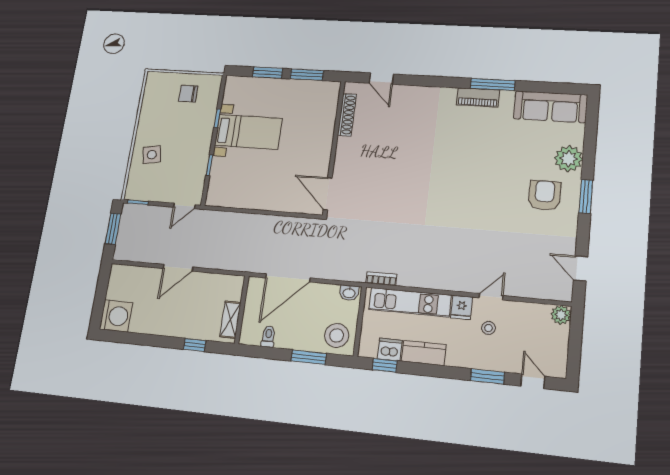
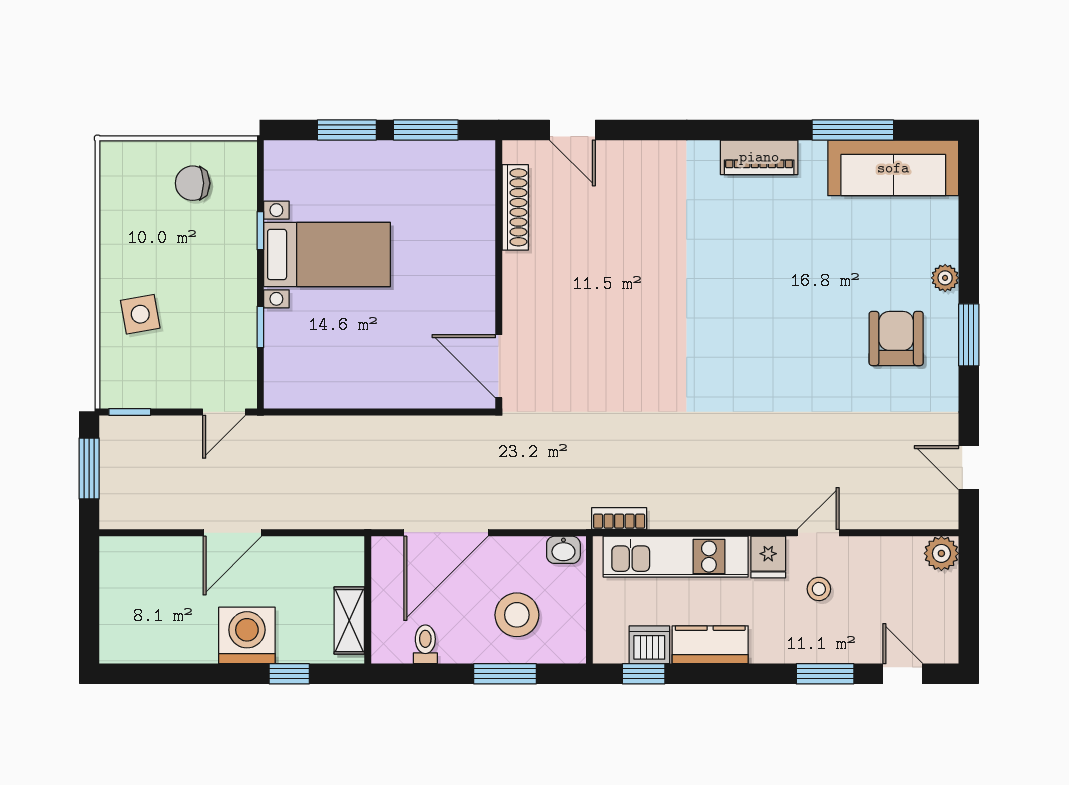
window: (493, 85) -> (853, 130), moved
plant: (569, 159) -> (945, 278), width x0.53, depth x0.53
washing machine: (116, 316) -> (247, 635), moved, turned -90
stool: (337, 335) -> (517, 615), moved

